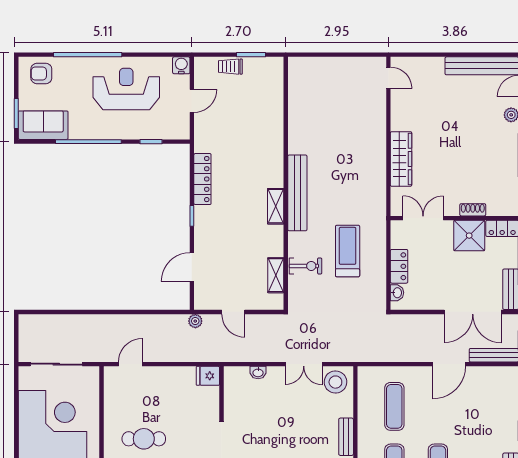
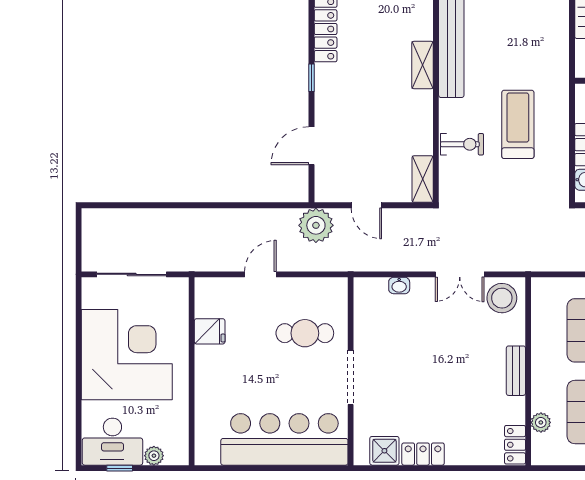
shelving: (276, 275) -> (423, 179), moved
plant: (195, 321) -> (316, 225), width x1.87, depth x1.87
door: (130, 364) -> (260, 274), moved
fridge: (208, 376) -> (210, 331), moved, turned 180
cafe table: (144, 439) -> (305, 333), moved

